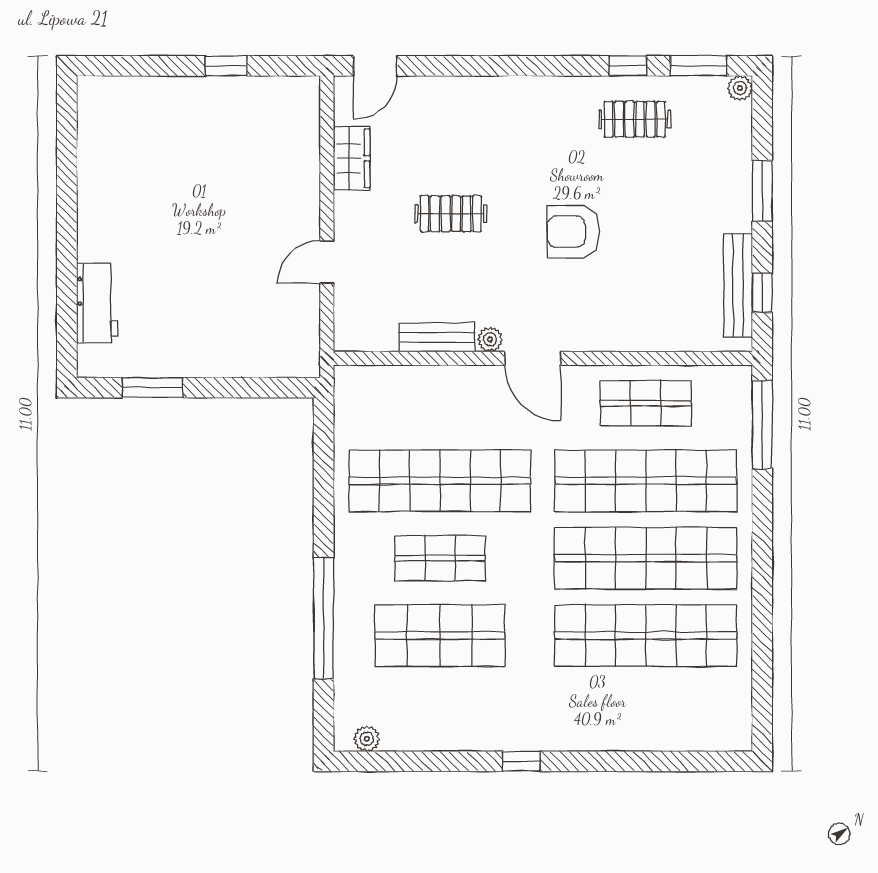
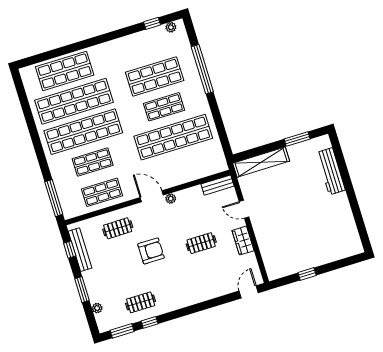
plant: (740, 88) -> (97, 308), moved
wardrobe: (352, 158) -> (243, 241), moved
door: (327, 262) -> (244, 209), swing flipped
workbench: (97, 303) -> (331, 171), width x1.38
clothes rail: (635, 308) -> (118, 228), added
bench: (437, 337) -> (217, 185), moved
shelving: (253, 360) -> (261, 162), added
shop shelf: (646, 481) -> (93, 162), width x0.50, depth x0.74
shop shelf: (646, 713) -> (65, 71), added
window: (521, 761) -> (152, 23), moved

